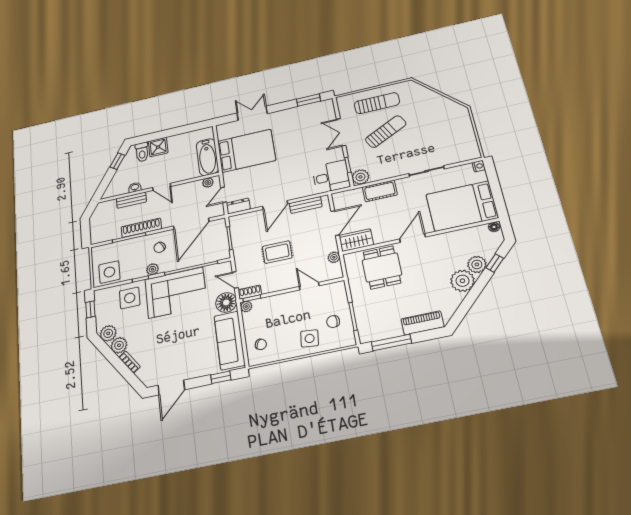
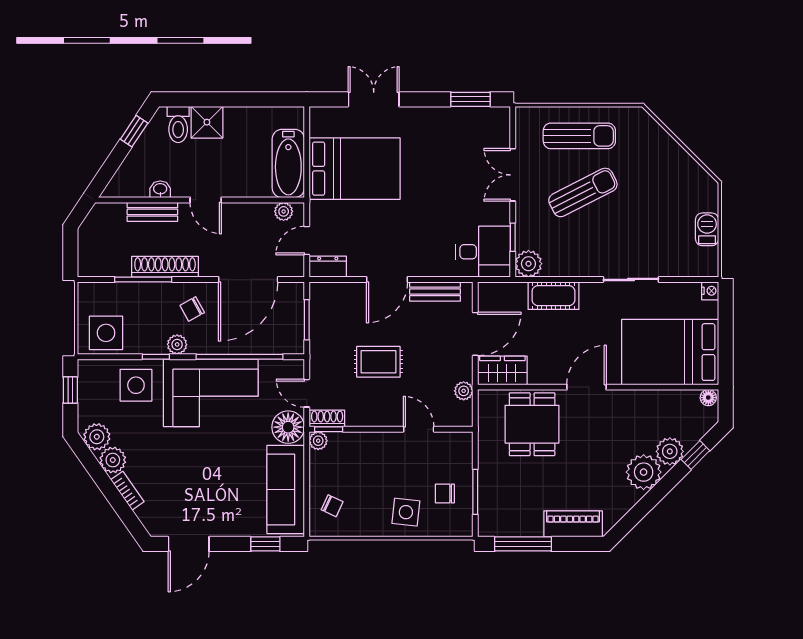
barbecue: (468, 133) -> (707, 229), added

